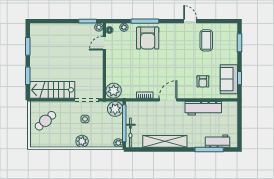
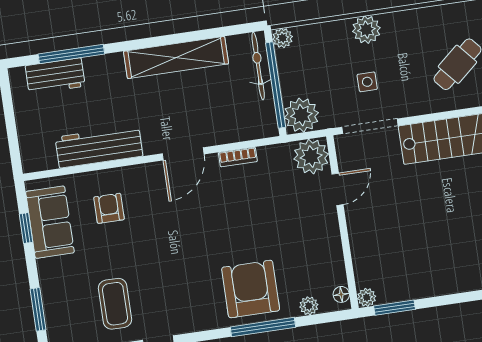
door: (104, 43) -> (338, 189), moved

